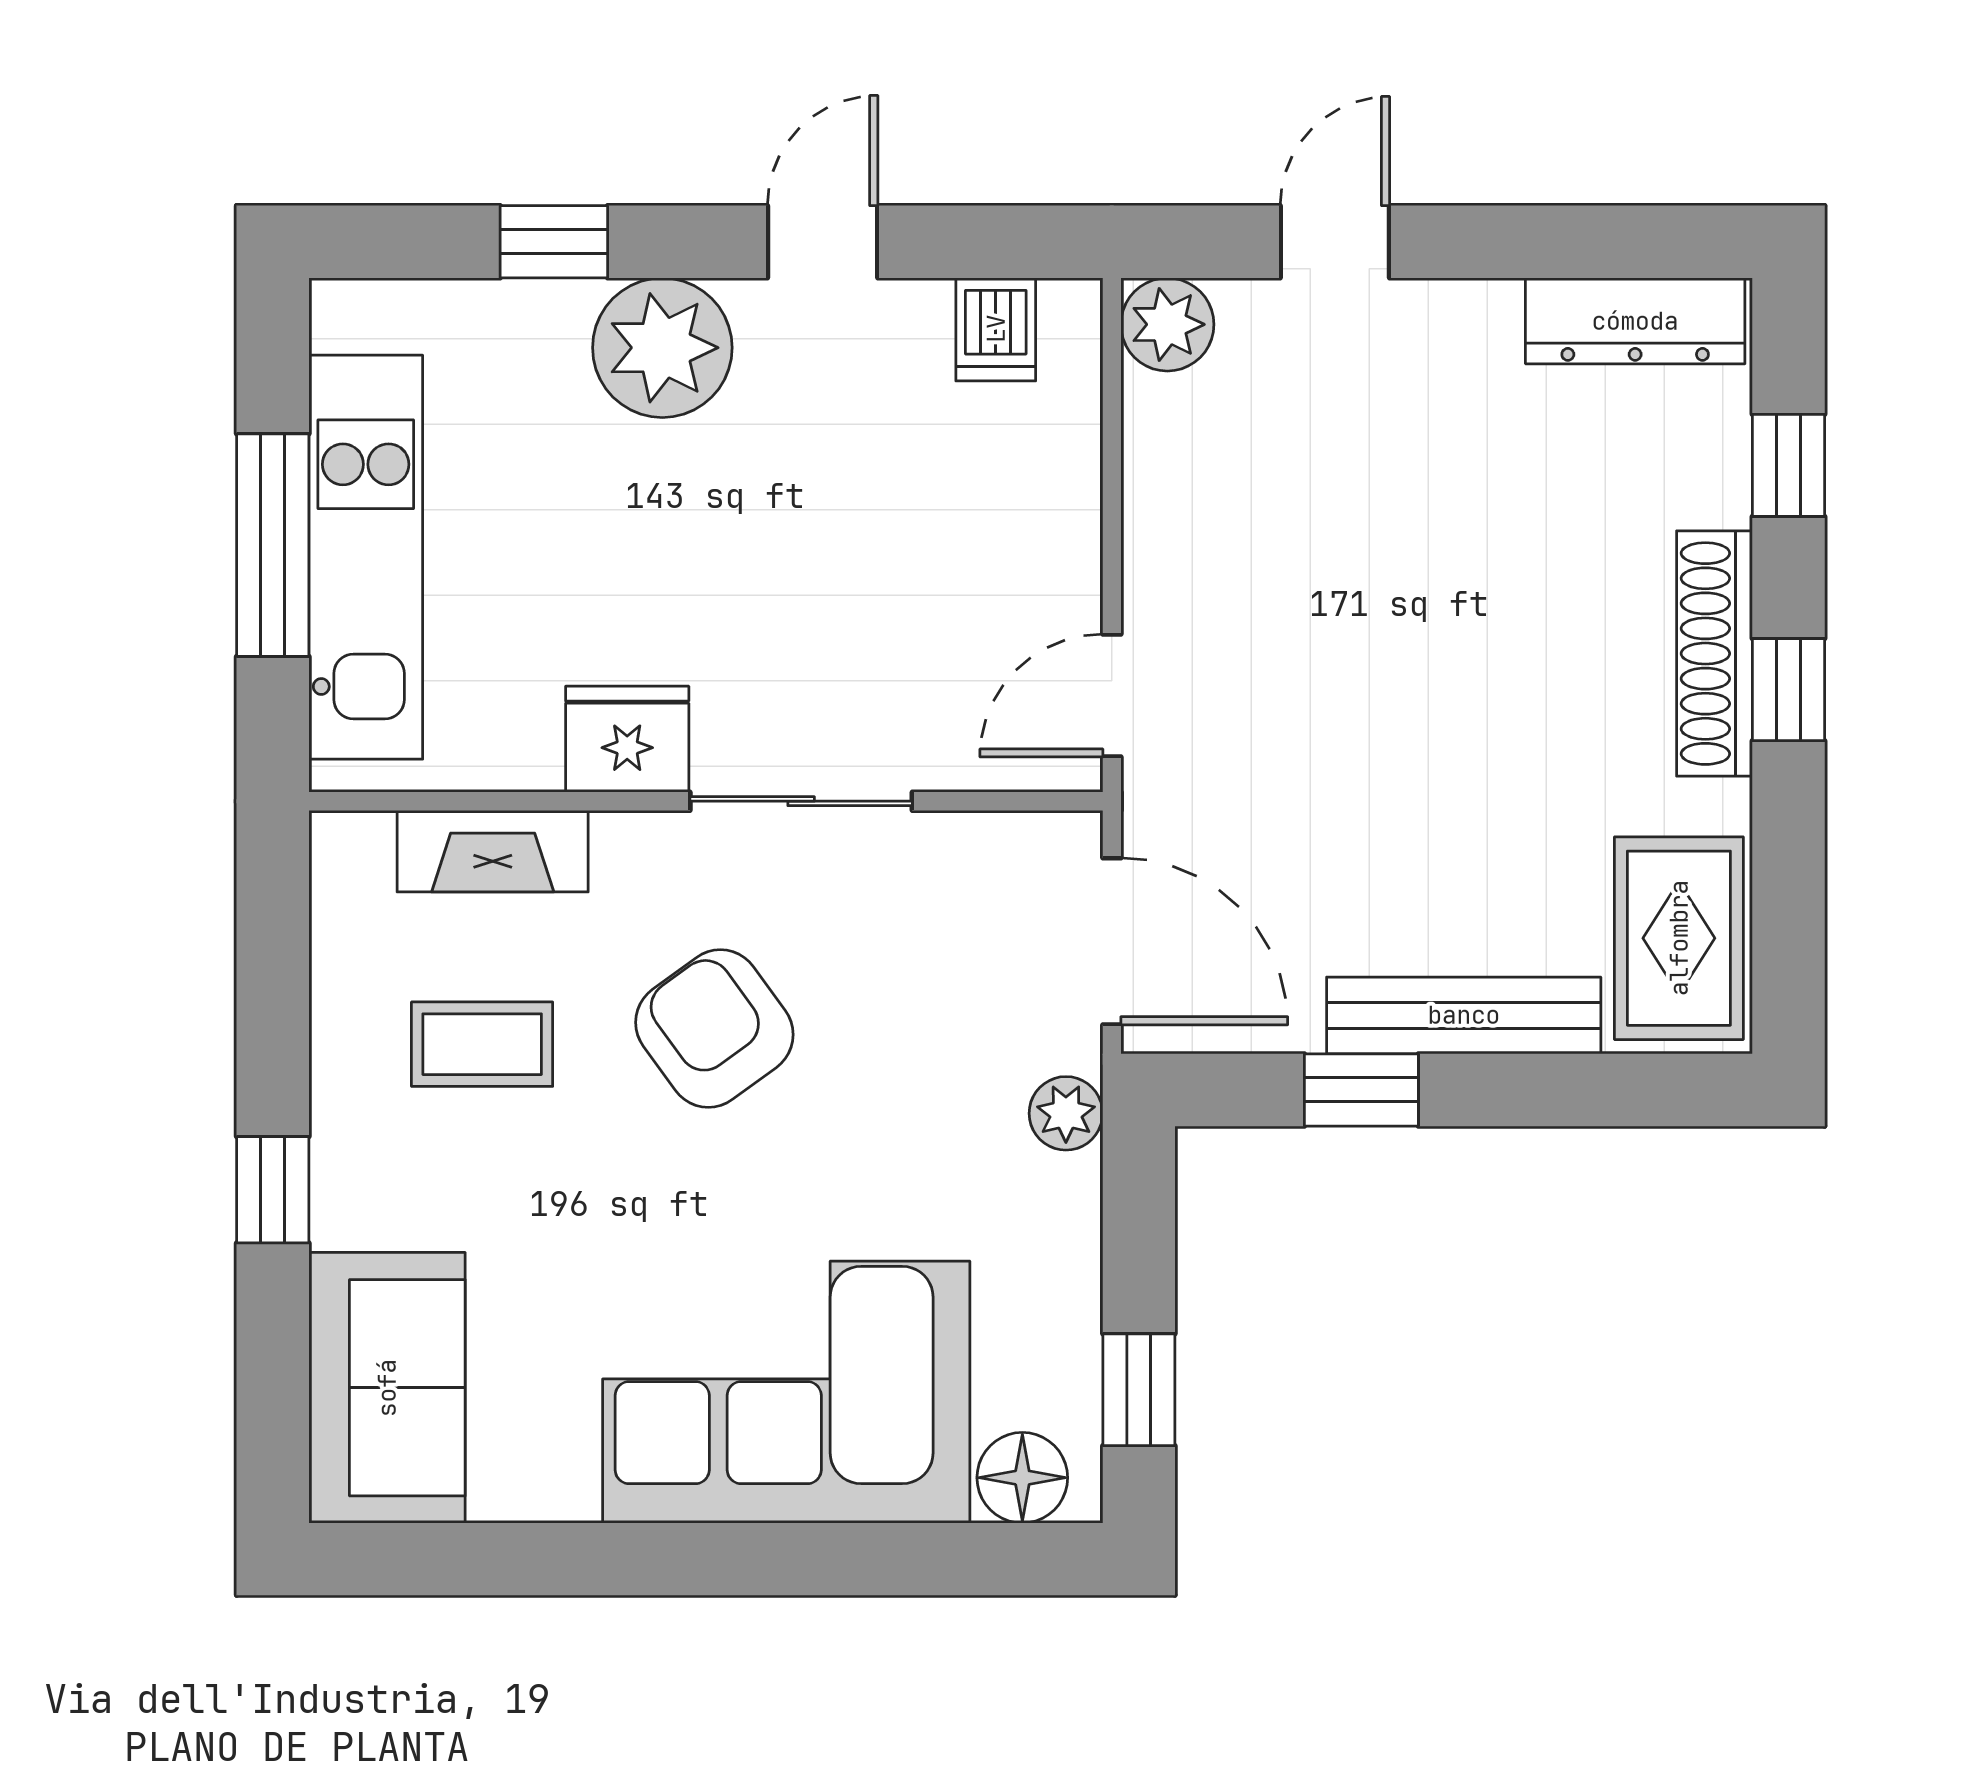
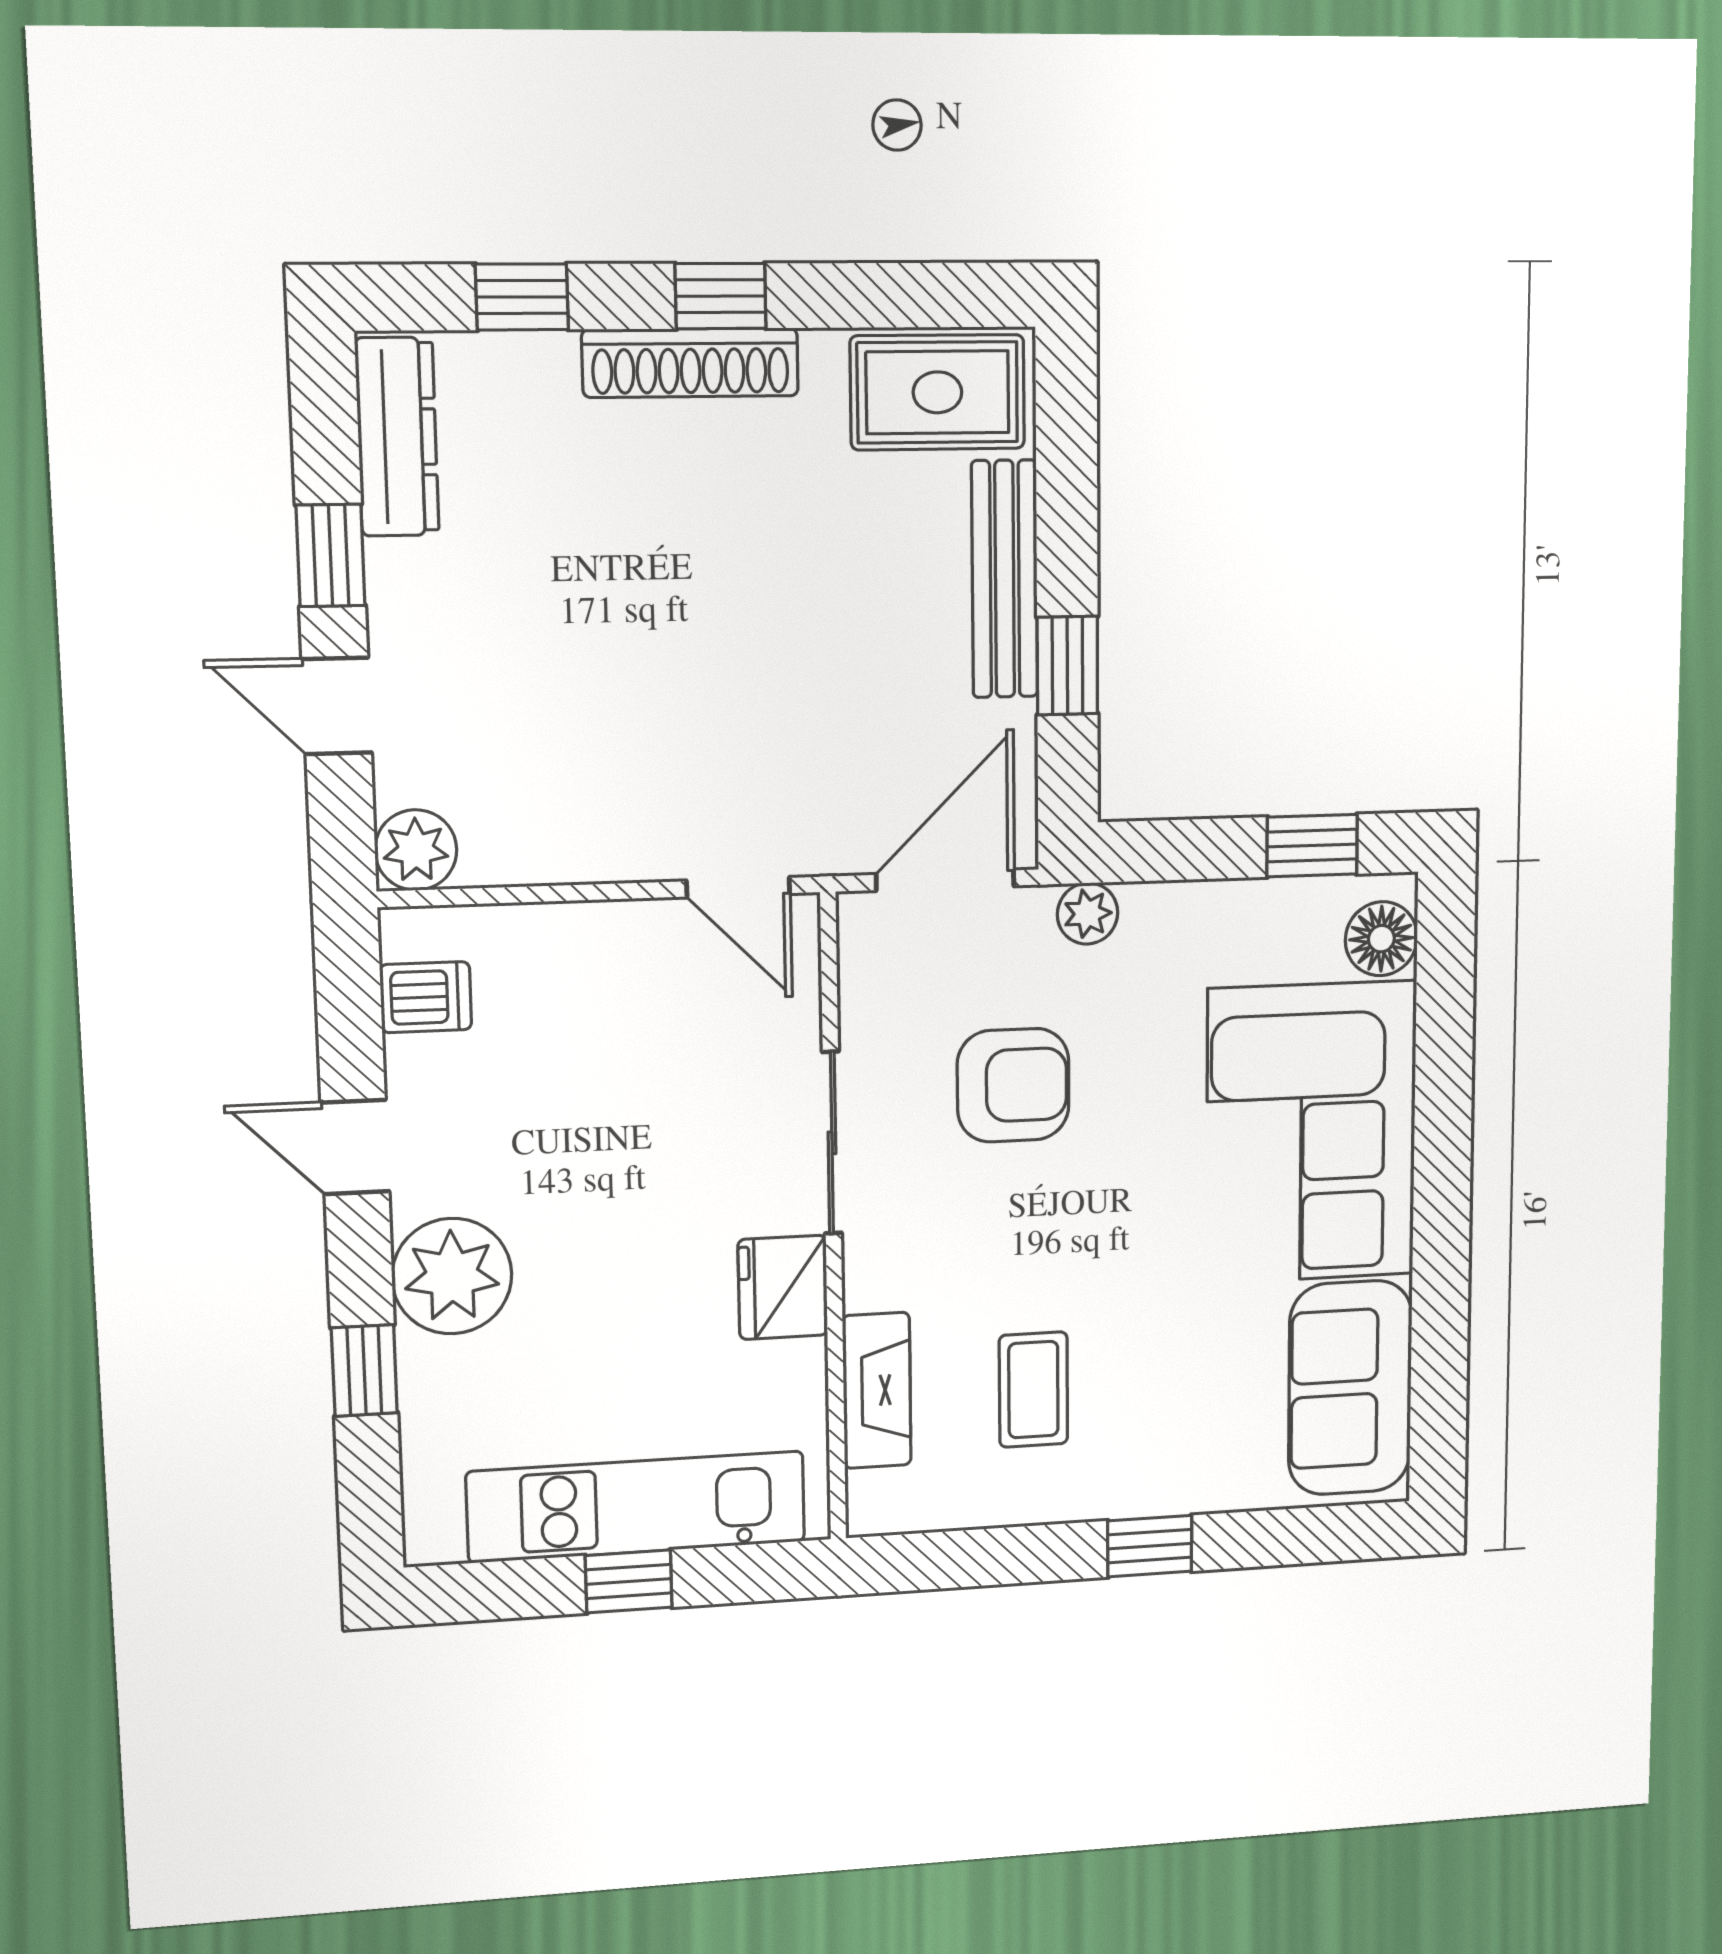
window: (1504, 242) -> (331, 555), added
window: (273, 545) -> (629, 1581), width x0.46
armchair: (714, 1028) -> (1013, 1085), moved, turned -144
sofa: (387, 1388) -> (1350, 1388), moved, turned -90

